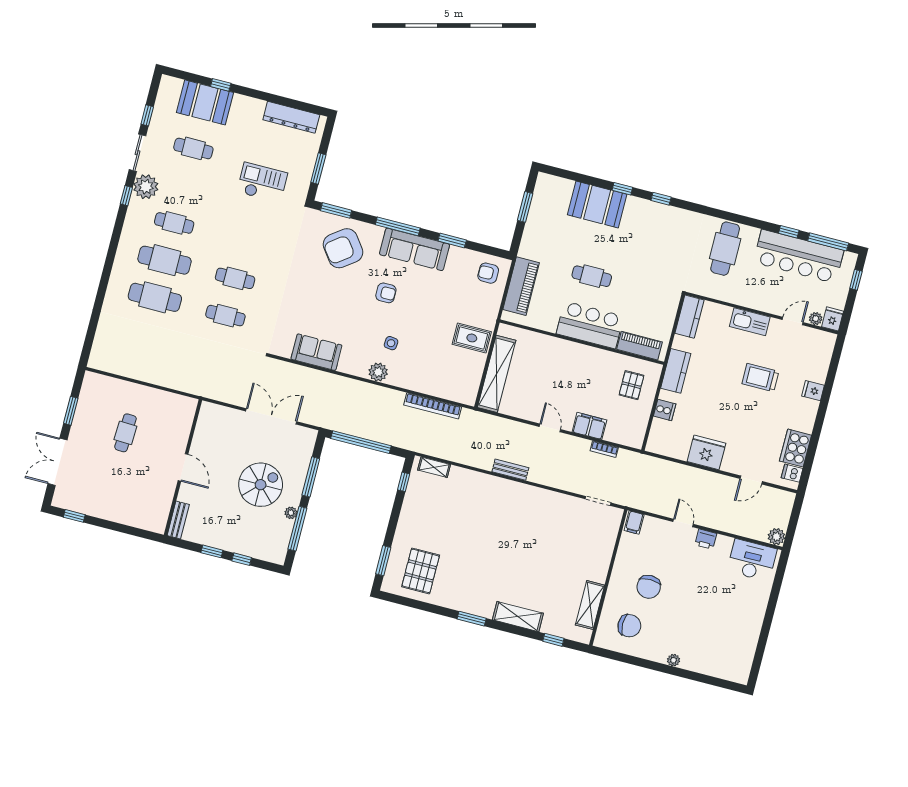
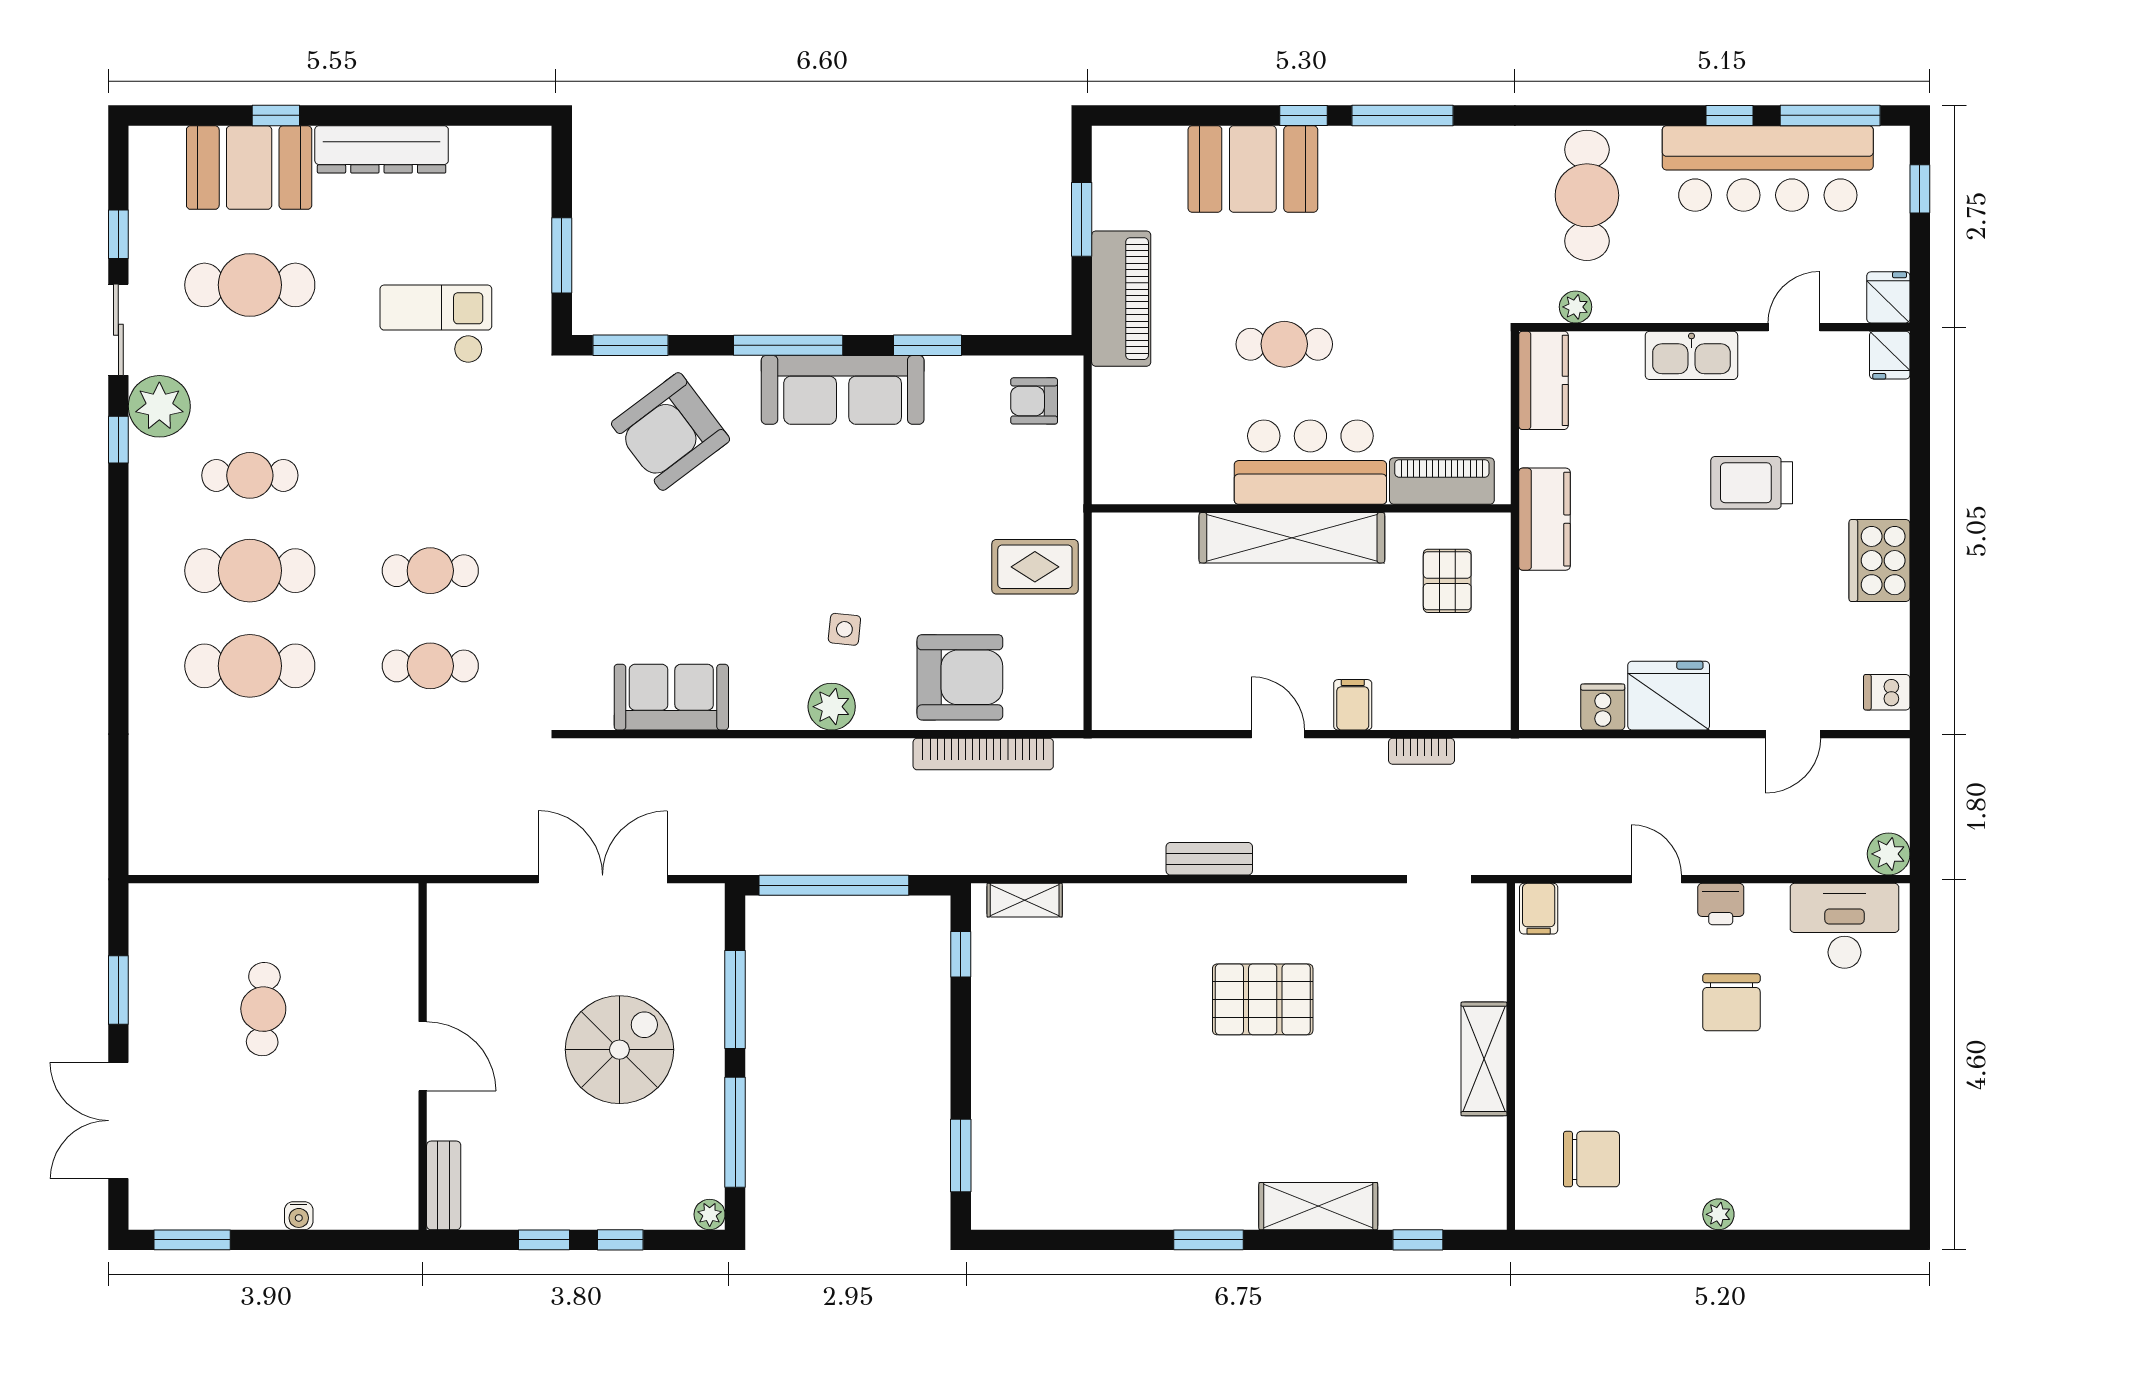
dresser: (291, 117) -> (382, 149), moved
cafe table: (193, 148) -> (250, 285), width x1.37, depth x1.35
window: (661, 199) -> (1403, 115), width x2.17
piano: (521, 286) -> (1121, 299), moved
armchair: (386, 293) -> (960, 677), moved, width x1.88, depth x1.88
plant: (816, 319) -> (1576, 307), moved
shelving: (497, 374) -> (1292, 538), moved, turned 90
fridge: (813, 391) -> (1890, 355), moved, turned -90
cooker: (665, 410) -> (1603, 707), moved, turned -90
filing cabinet: (589, 426) -> (1353, 705), width x0.50
cooker: (795, 448) -> (1879, 561), moved
plant: (291, 513) -> (710, 1214), moved
window: (74, 516) -> (192, 1240), width x1.50
water cooler: (118, 517) -> (299, 1216), added
pallet: (421, 571) -> (1263, 999), moved, turned 90
chair: (649, 587) -> (1731, 1002), moved
shelving: (590, 605) -> (1484, 1059), moved

